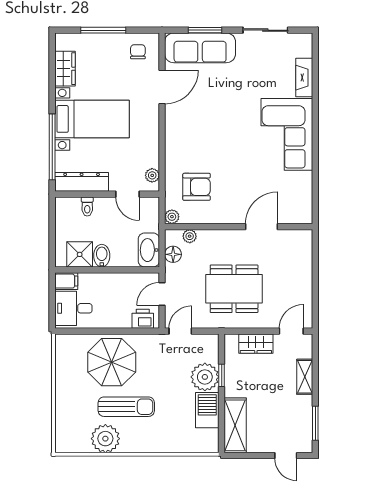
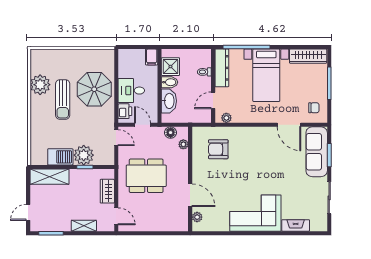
wardrobe: (65, 69) -> (308, 56), width x1.50
armchair: (197, 187) -> (218, 149), turned 90
plant: (172, 217) -> (197, 217), moved
washbasin: (149, 250) -> (169, 101), moved, turned 90
dining table: (234, 289) -> (146, 176), turned 90
desk: (73, 308) -> (131, 91), moved, turned -90

